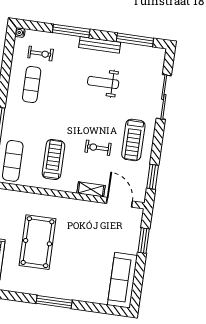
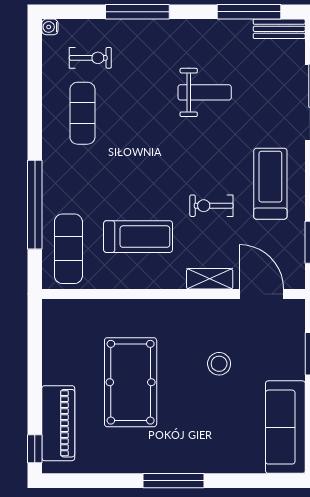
bench: (100, 45) -> (279, 29), moved, width x0.73
weight bench: (103, 82) -> (205, 92), turned 180
treadmill: (133, 140) -> (270, 184), turned 180
treadmill: (53, 160) -> (138, 237), turned 90
stool: (90, 239) -> (219, 364), added

